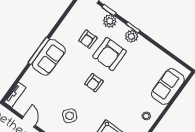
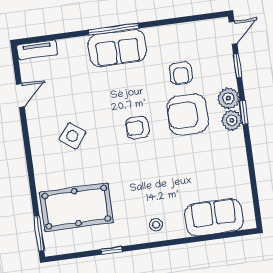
plant: (110, 21) -> (228, 98), moved
armchair: (88, 39) -> (181, 73), turned -90

